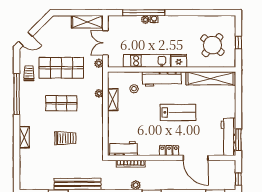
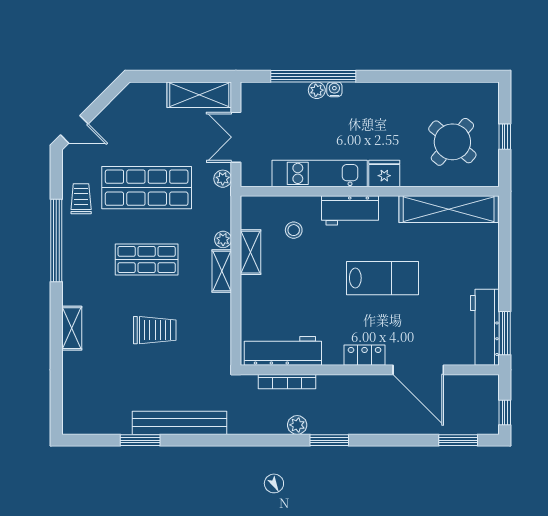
workbench: (162, 79) -> (350, 210), width x0.73
shelving: (98, 109) -> (222, 271), added
workbench: (123, 148) -> (283, 351), width x1.38

